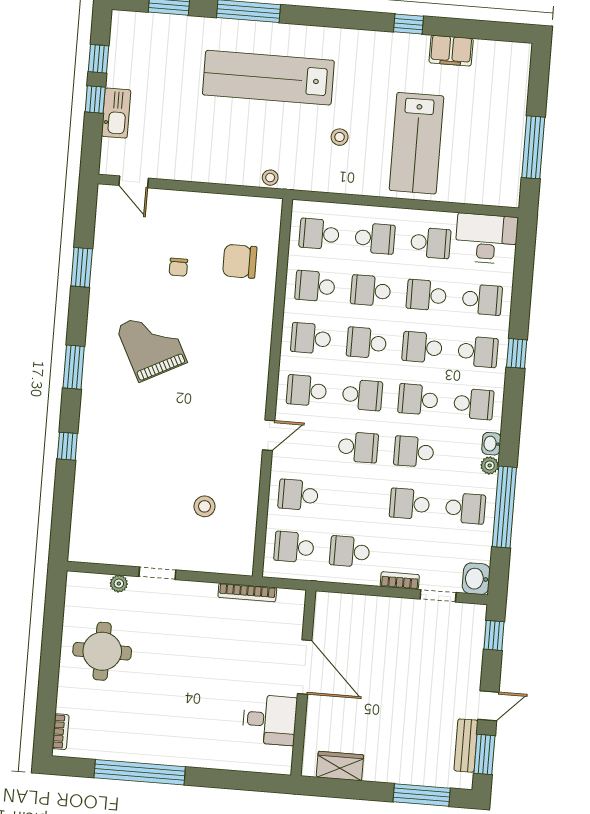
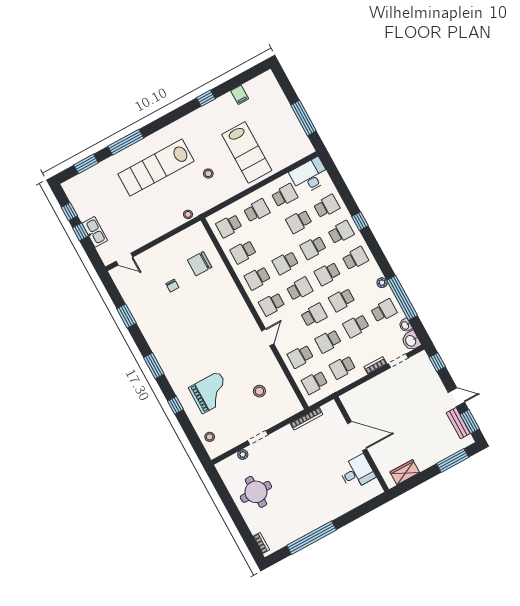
filing cabinet: (451, 51) -> (240, 95), width x0.50
school desk: (371, 291) -> (328, 341), moved
grand piano: (152, 344) -> (210, 393), moved, turned 117
washbasin: (491, 444) -> (405, 325), moved
stool: (87, 526) -> (210, 437), added
door: (488, 706) -> (456, 397), hinge flipped

